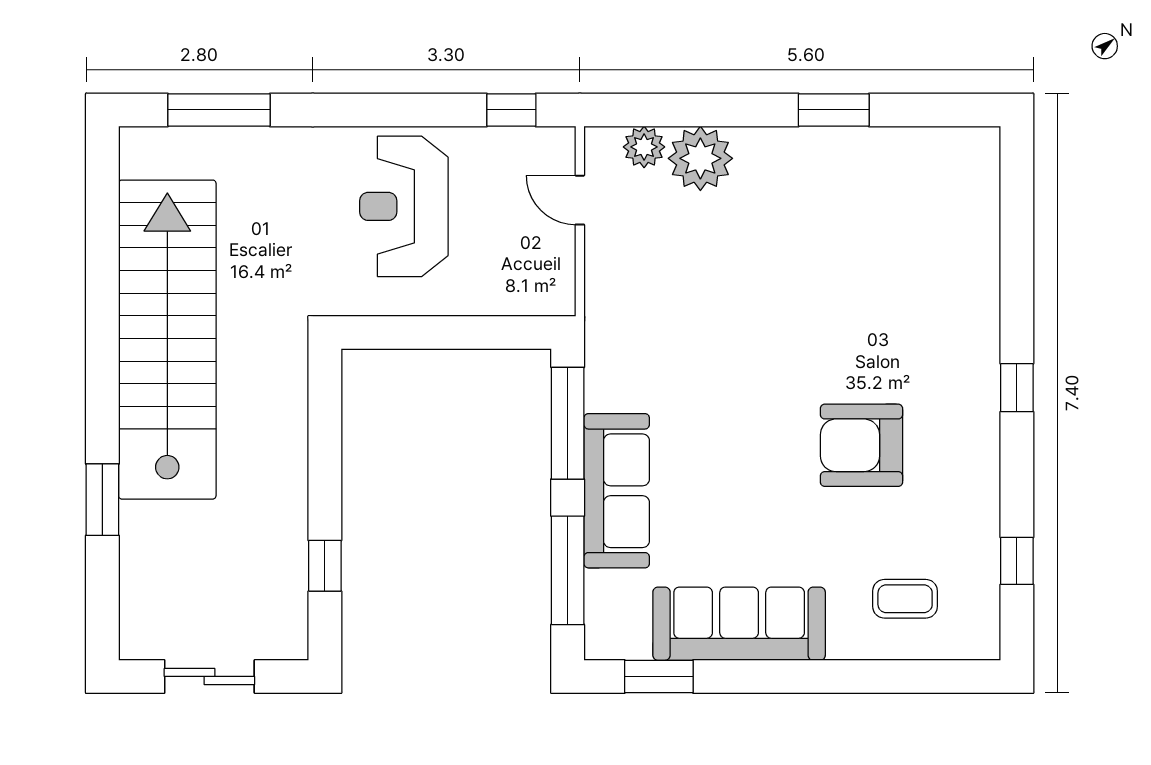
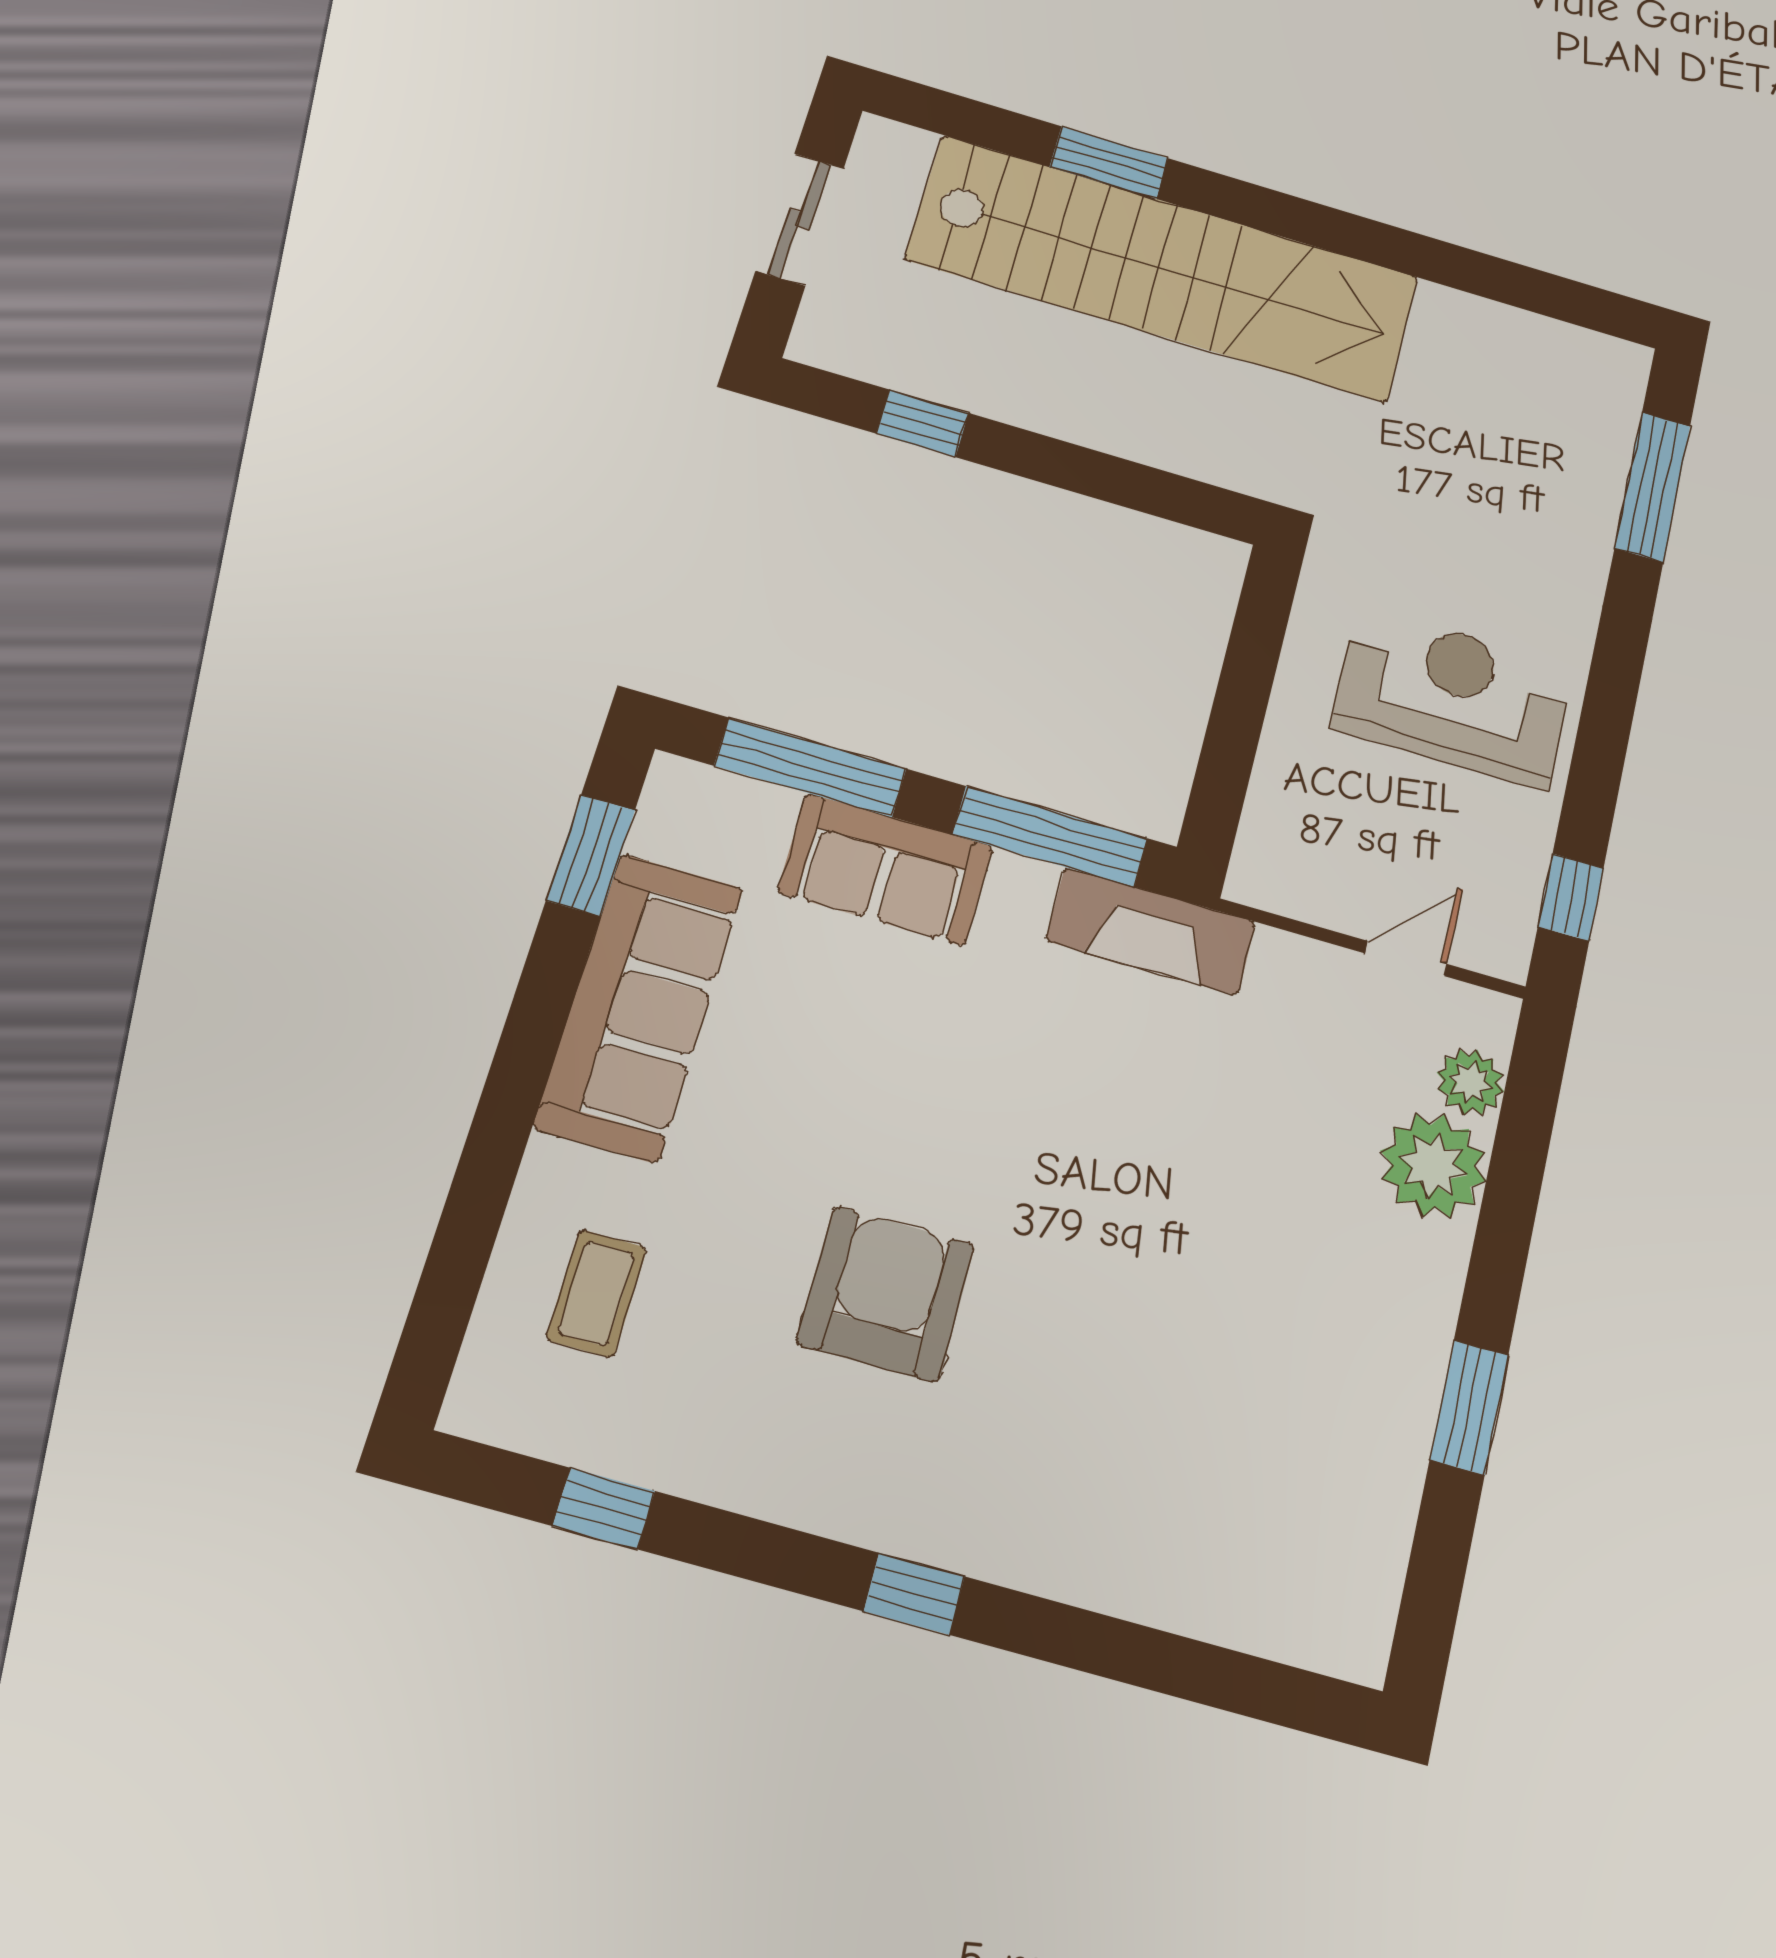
stairs: (167, 340) -> (1164, 269), moved
fireplace: (608, 351) -> (1151, 931), added
sofa: (617, 491) -> (885, 869), width x0.73

